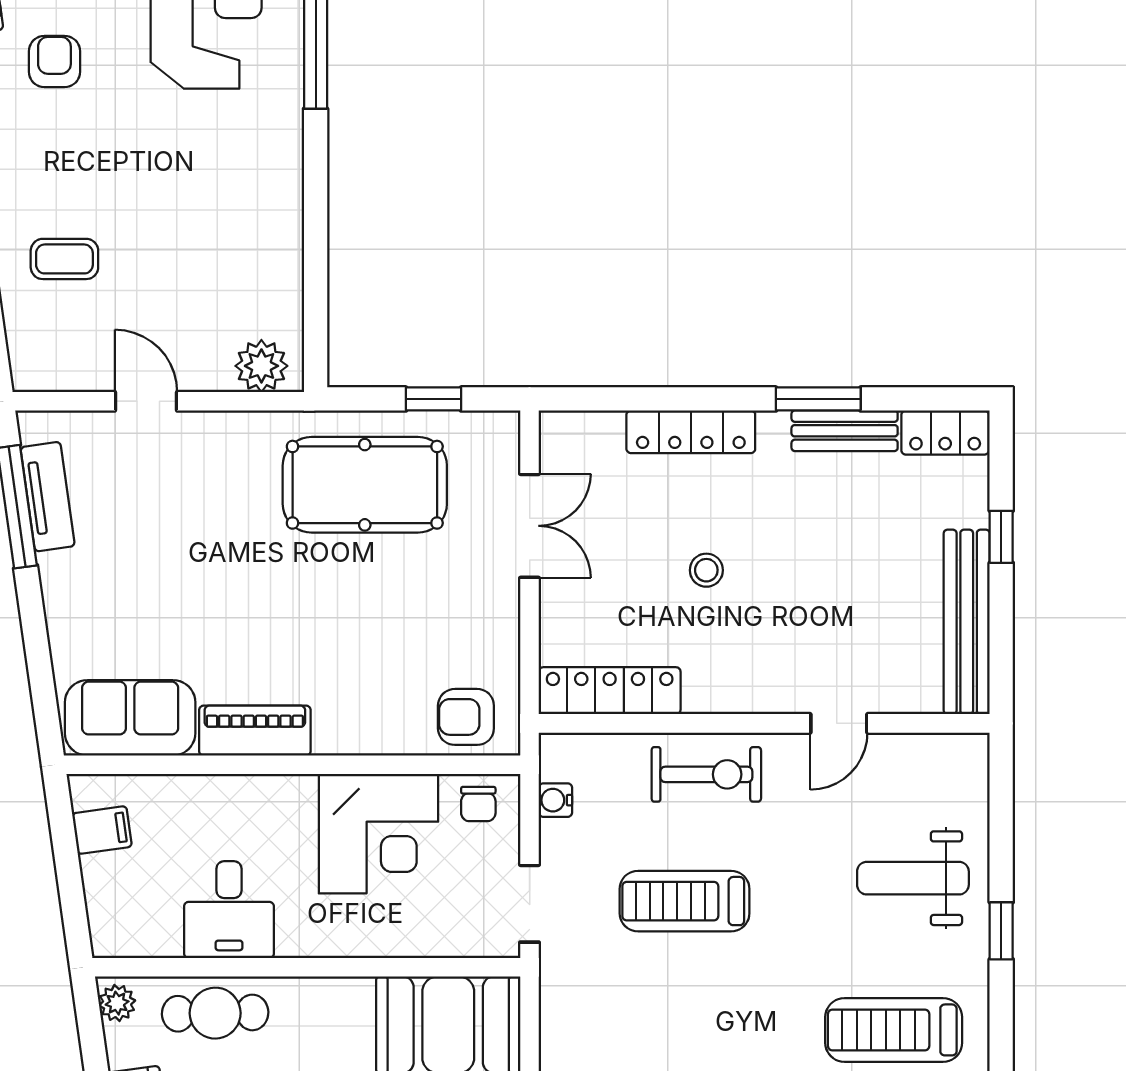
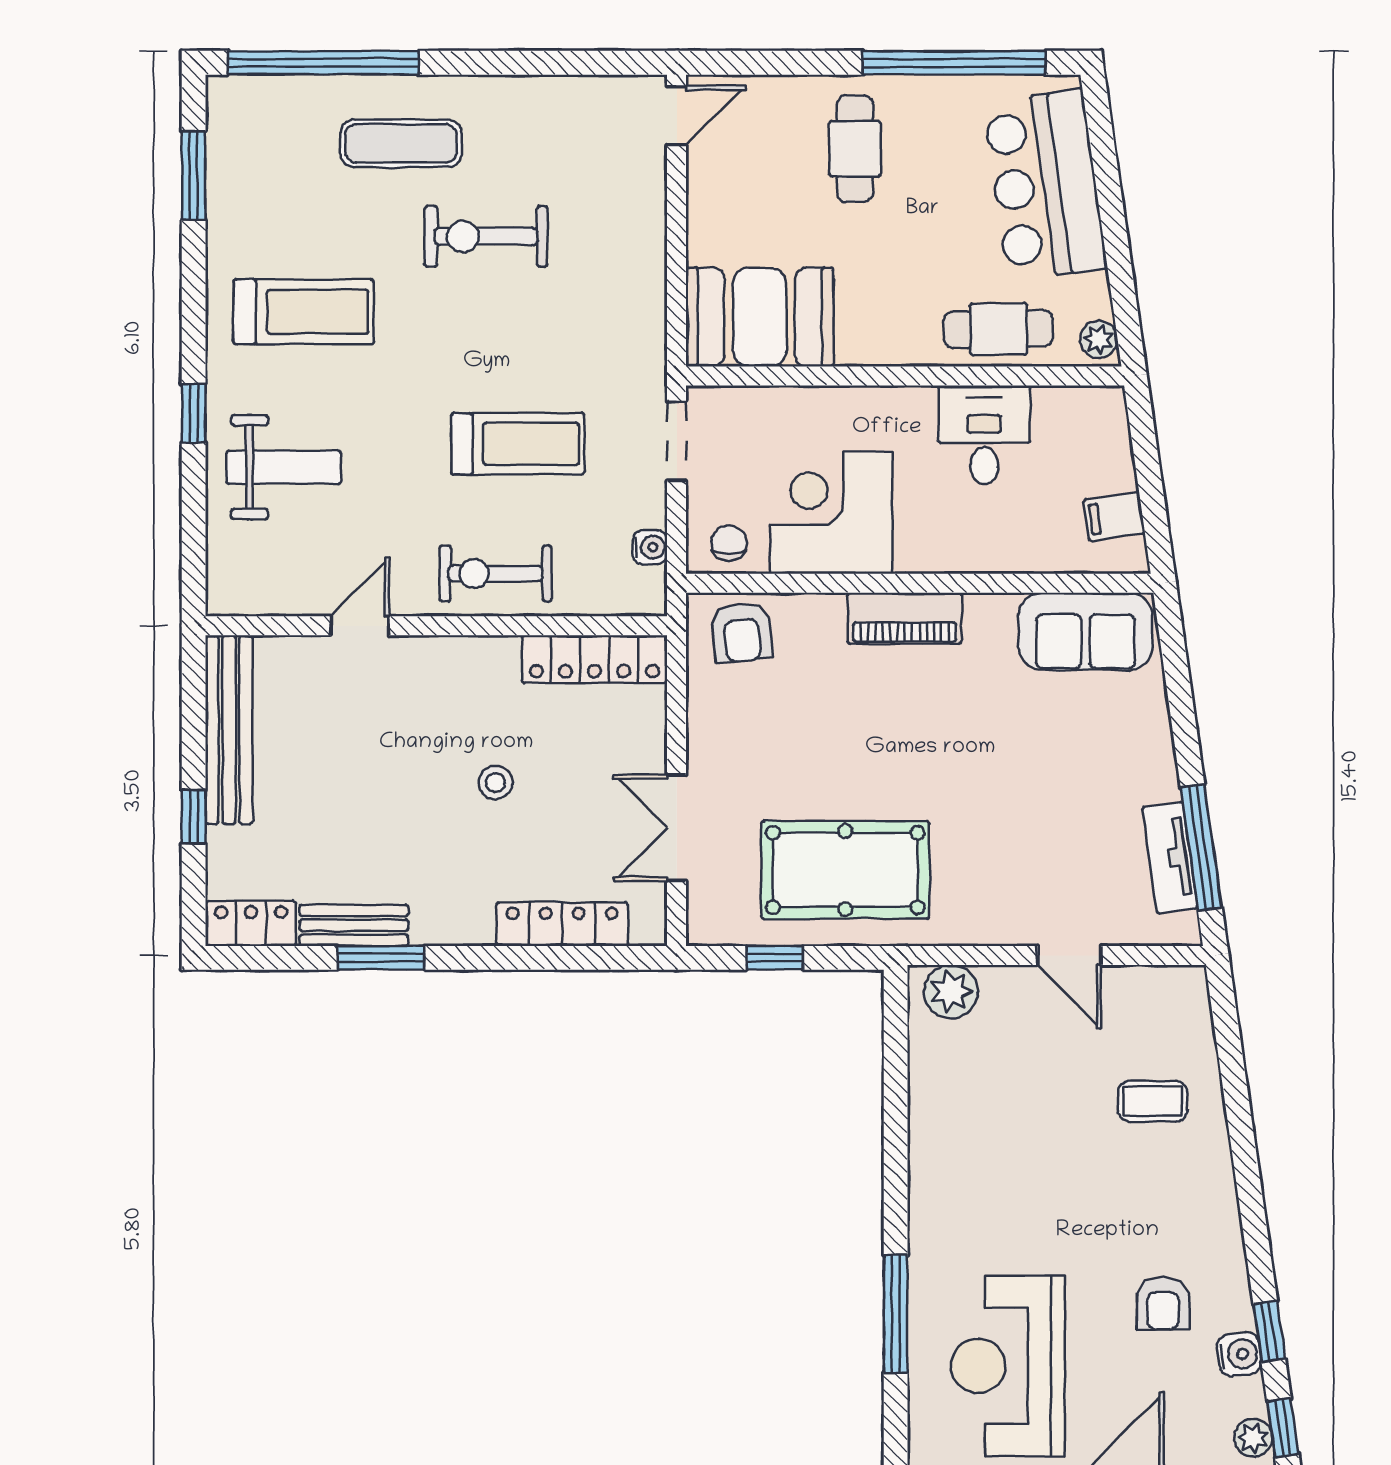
locker: (691, 432) -> (562, 924), moved
armchair: (466, 717) -> (742, 632), turned 84
piano: (255, 731) -> (905, 618), moved

